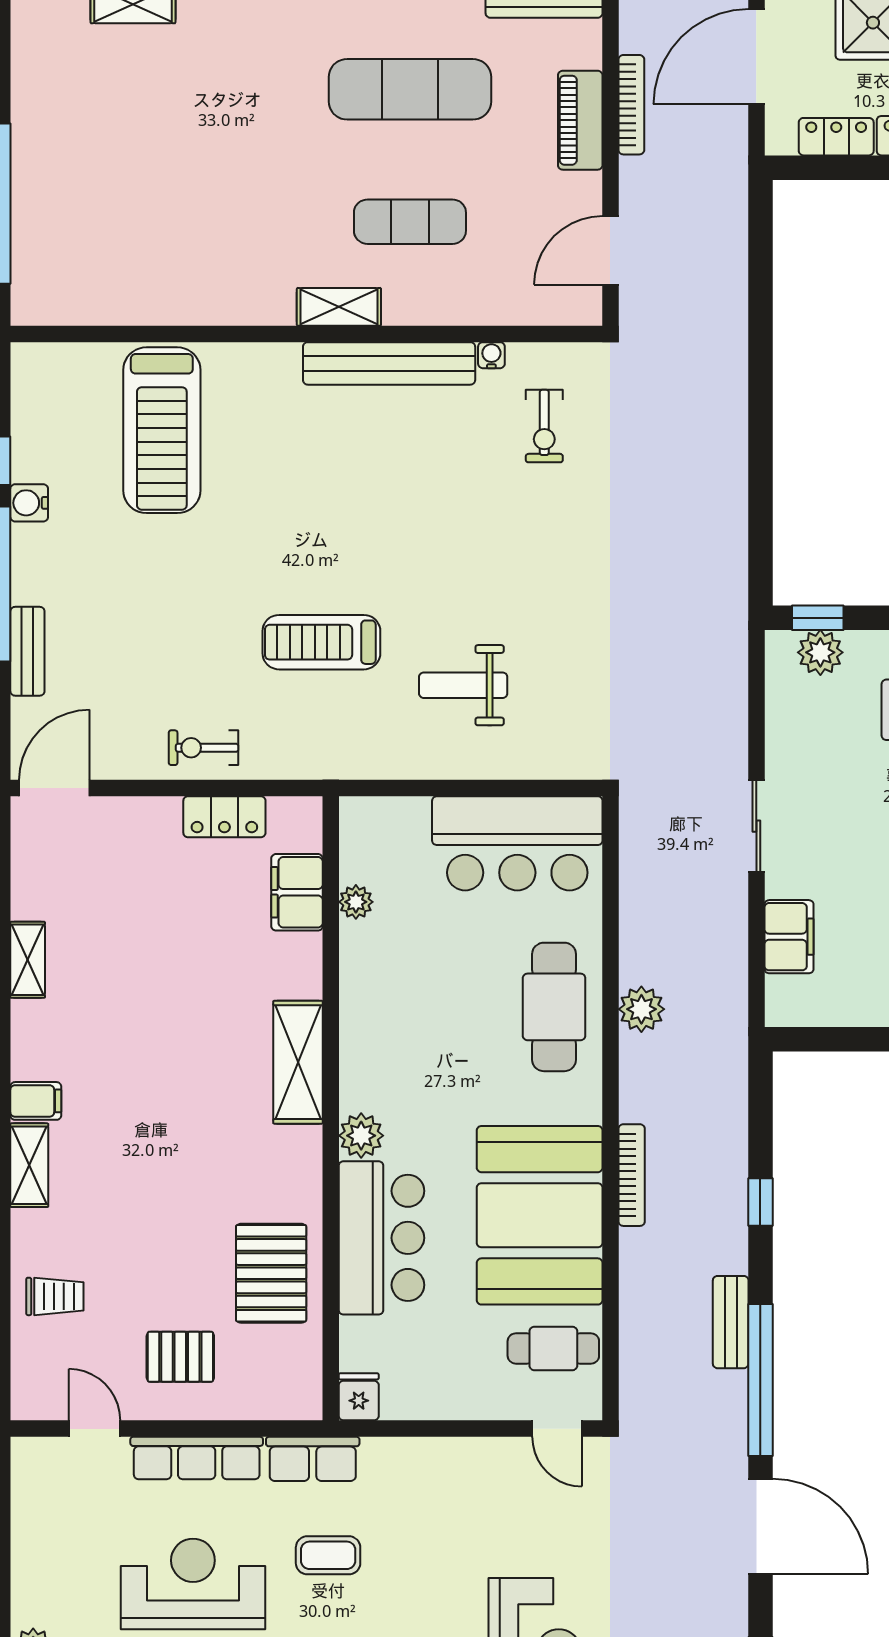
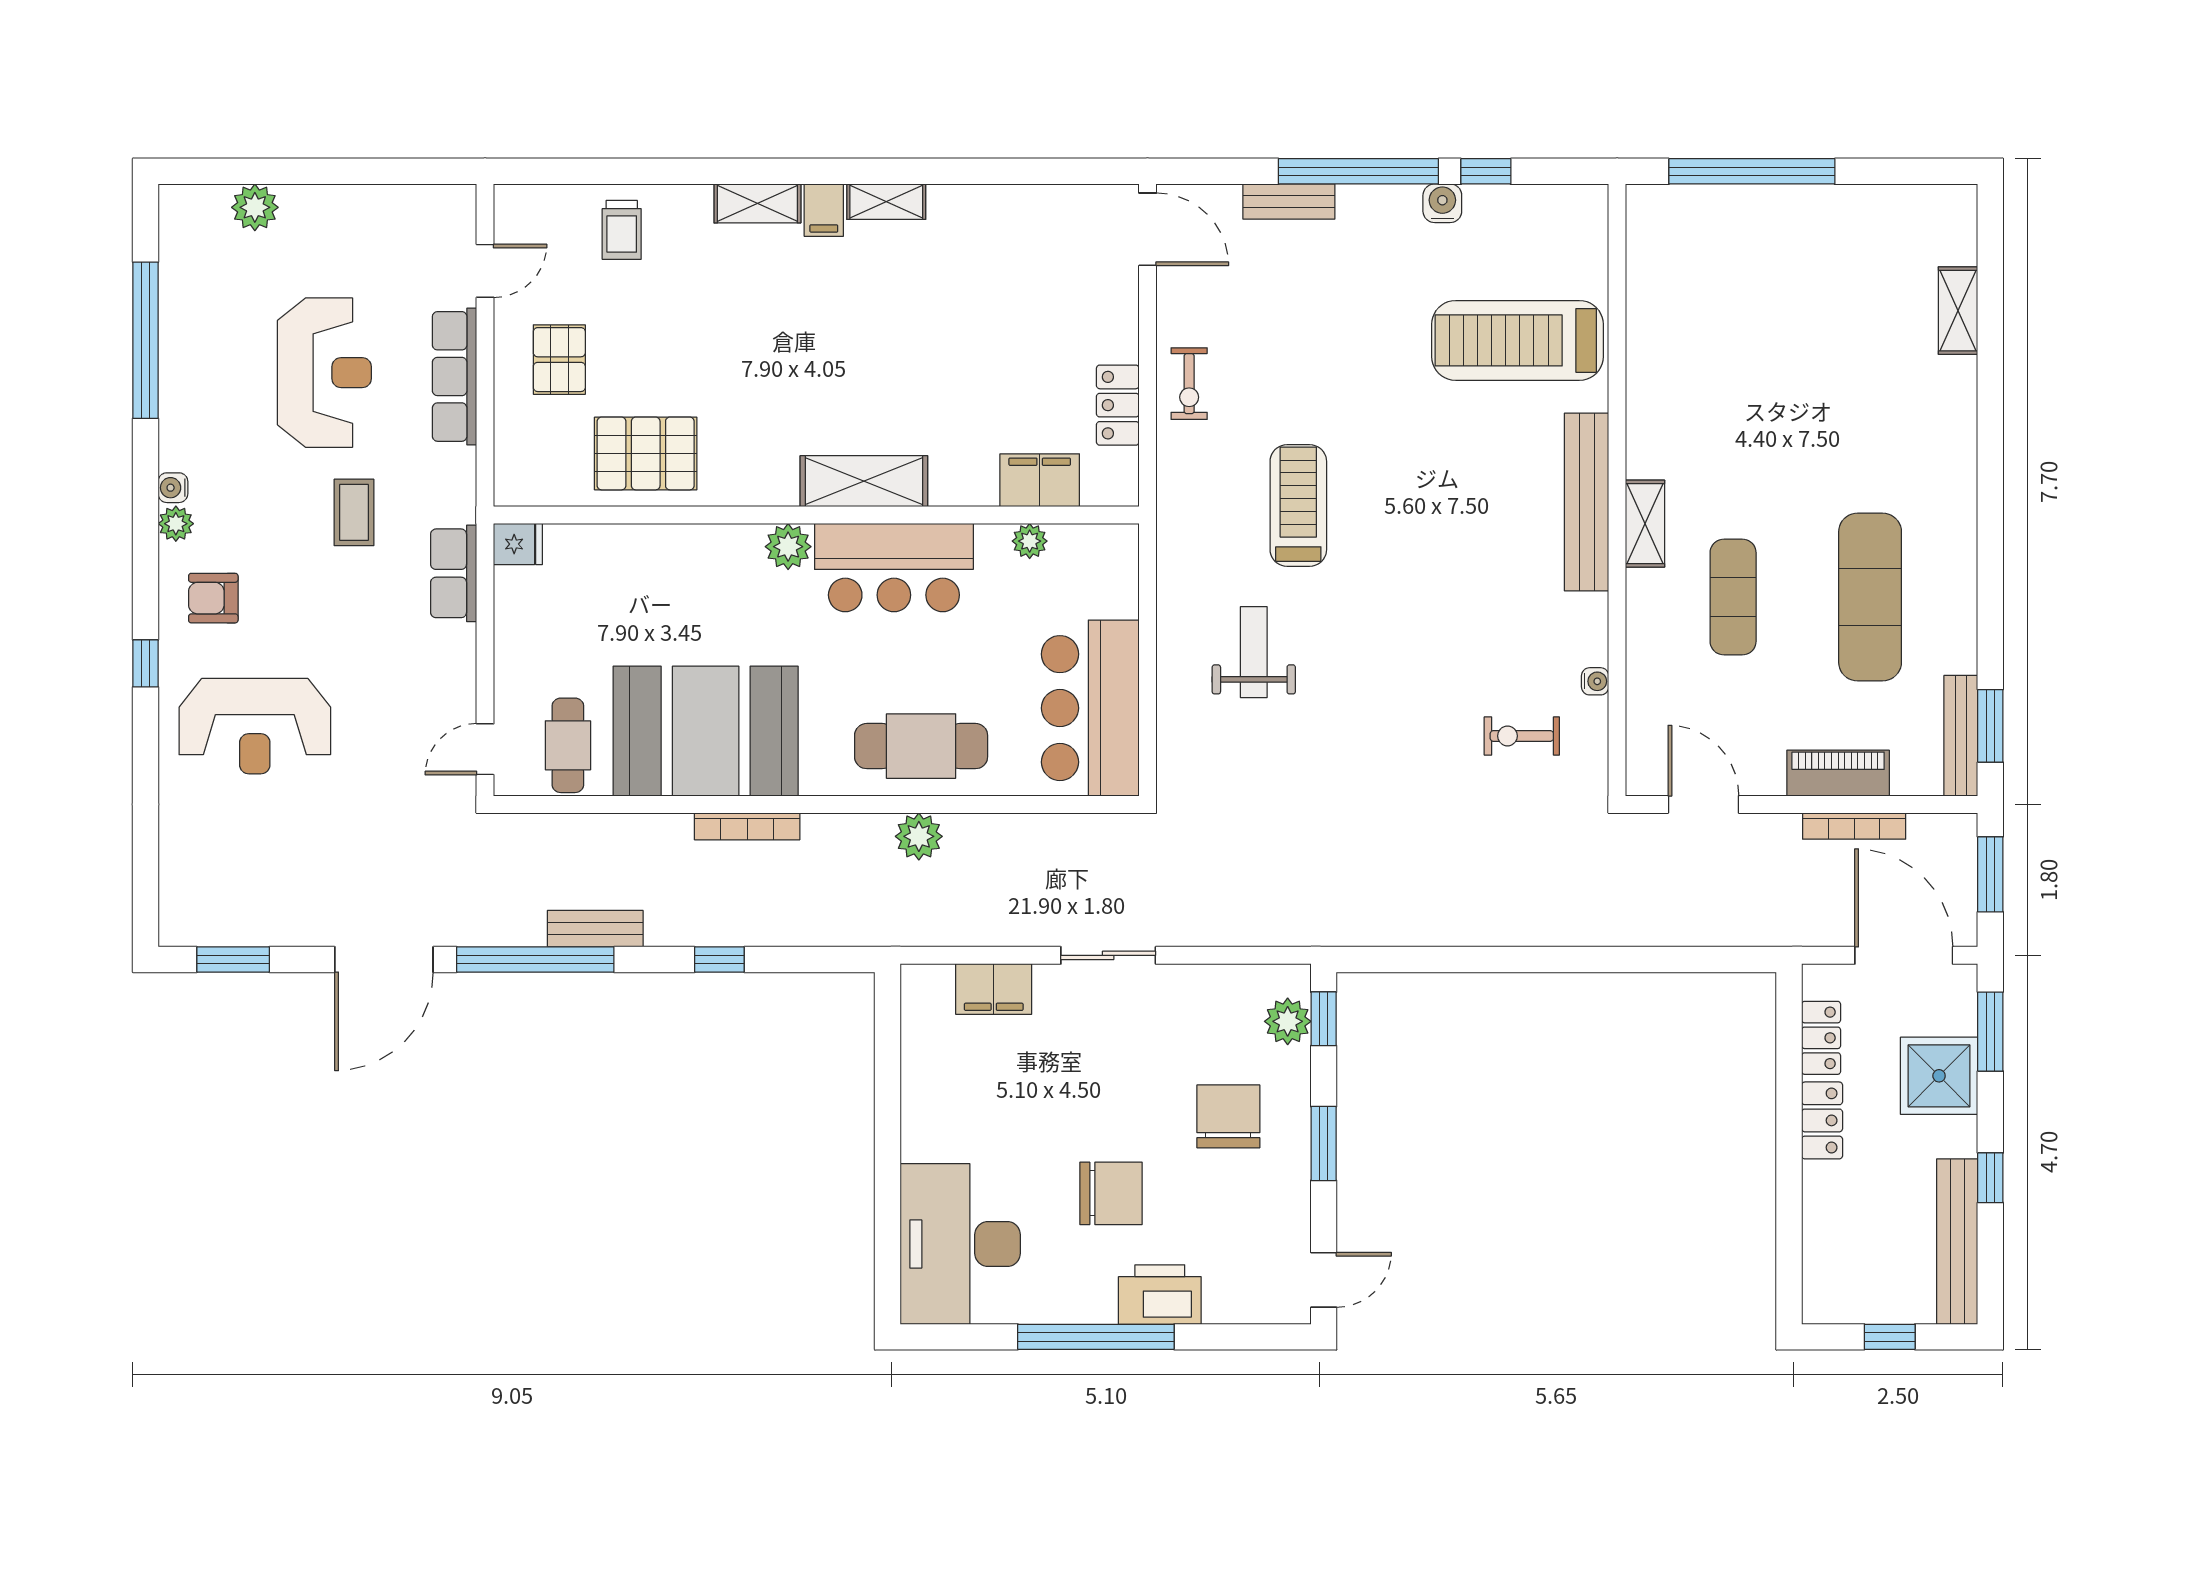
bench: (389, 363) -> (1587, 502), moved
exercise bike: (204, 748) -> (1189, 384), turned 180
shelving: (28, 960) -> (886, 202), moved
bar counter: (382, 1238) -> (894, 568), moved
row of seats: (313, 1459) -> (454, 573), moved

